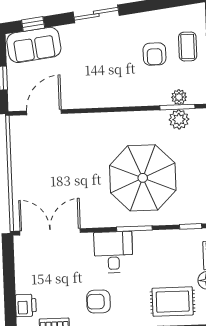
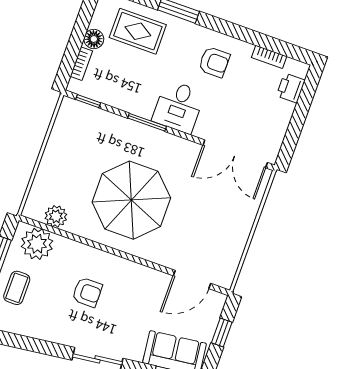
armchair: (154, 54) -> (87, 292), moved, turned 90
plant: (179, 97) -> (37, 244), width x1.87, depth x1.87
window: (177, 107) -> (52, 230), removed
parasol: (143, 178) -> (131, 200), moved

